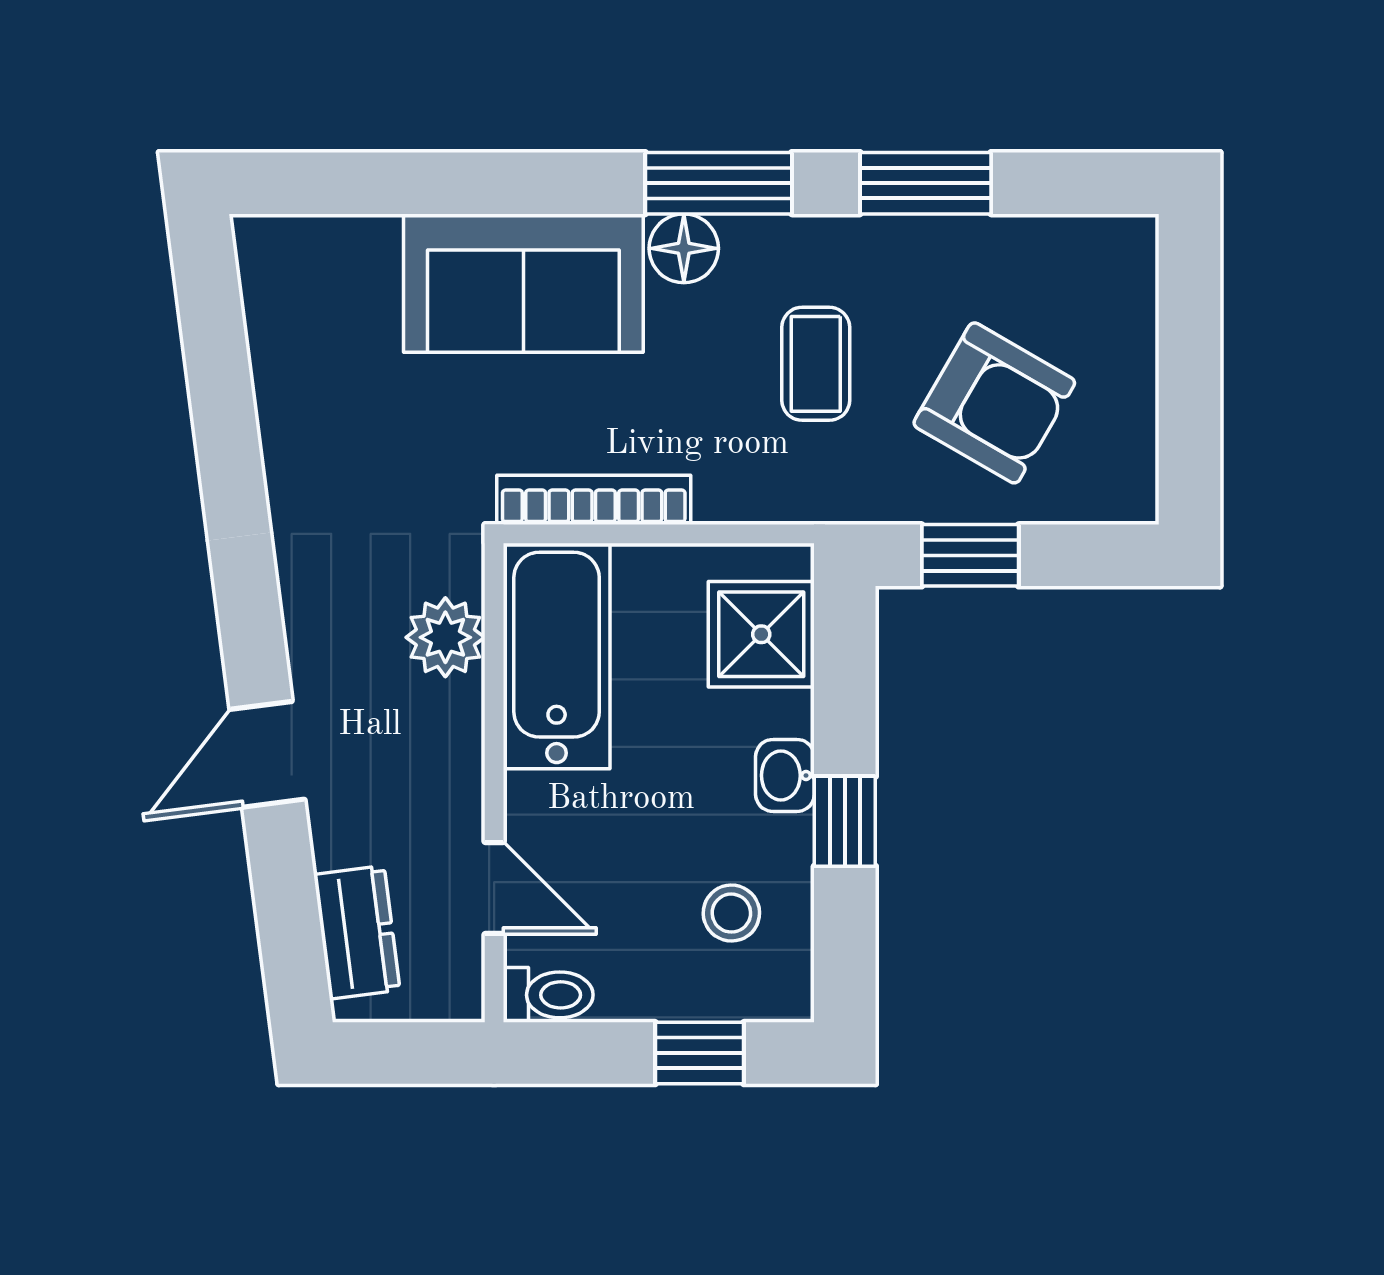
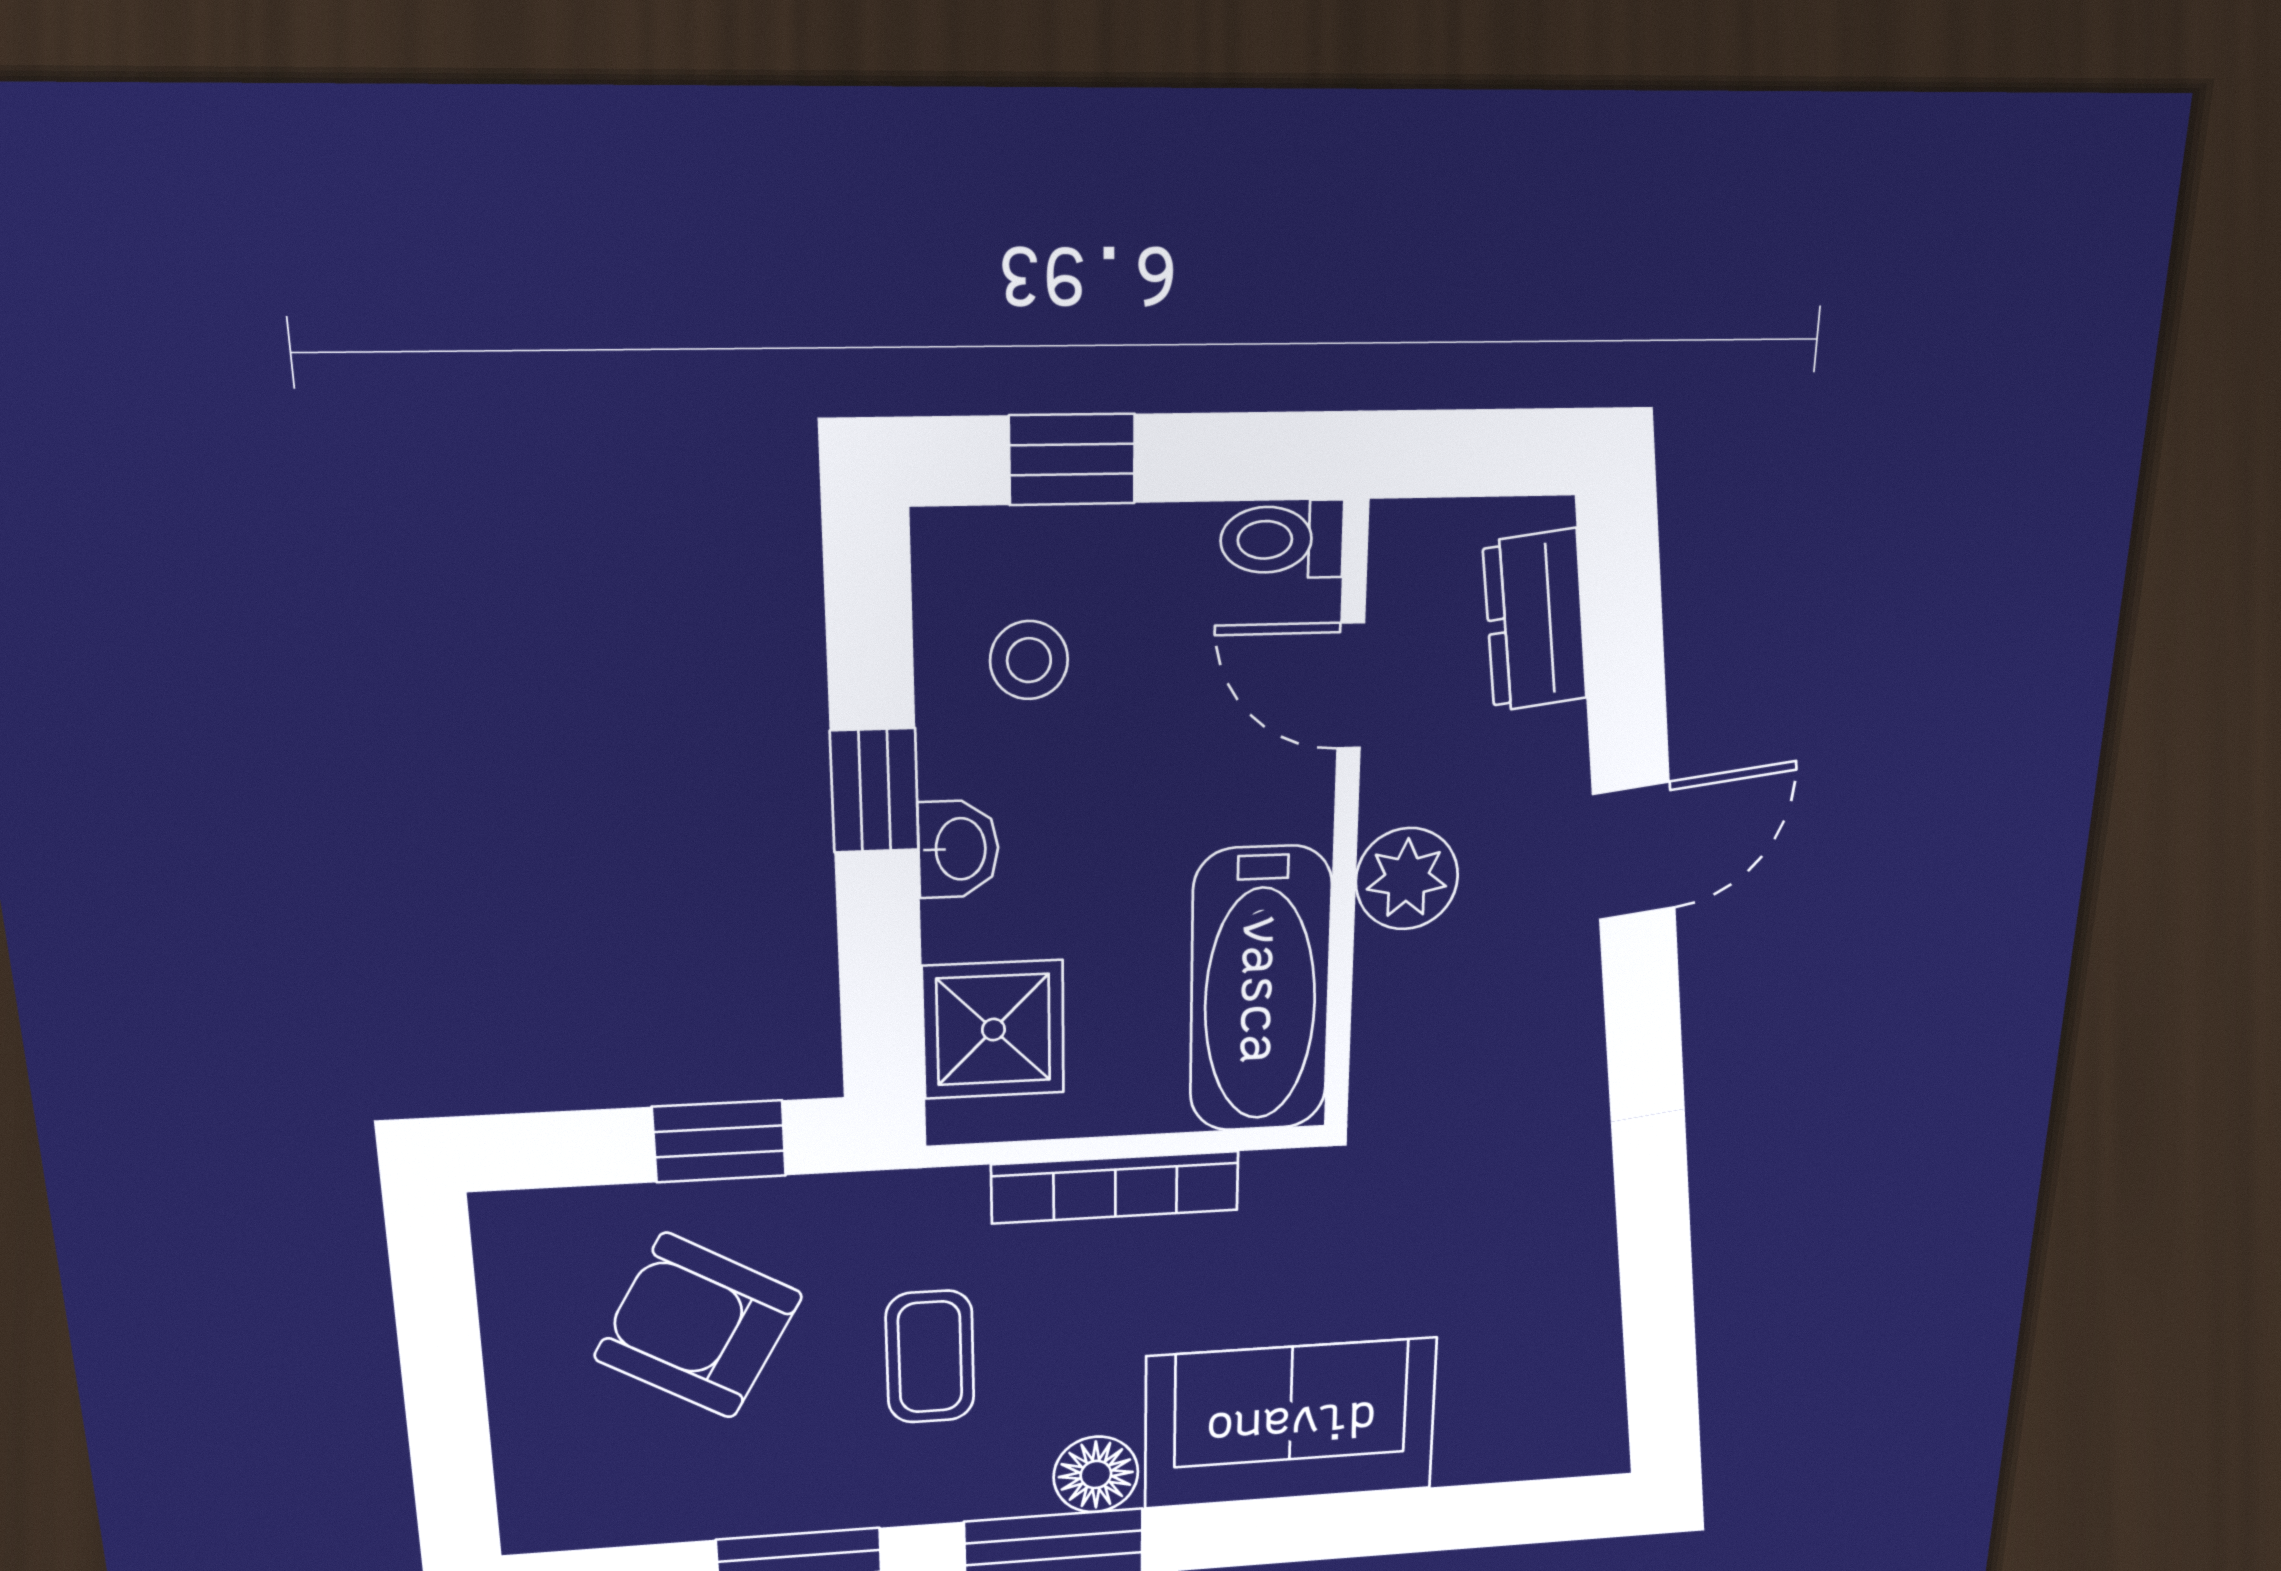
bookcase: (594, 500) -> (1115, 1187), moved
plant: (445, 637) -> (1407, 879), moved

